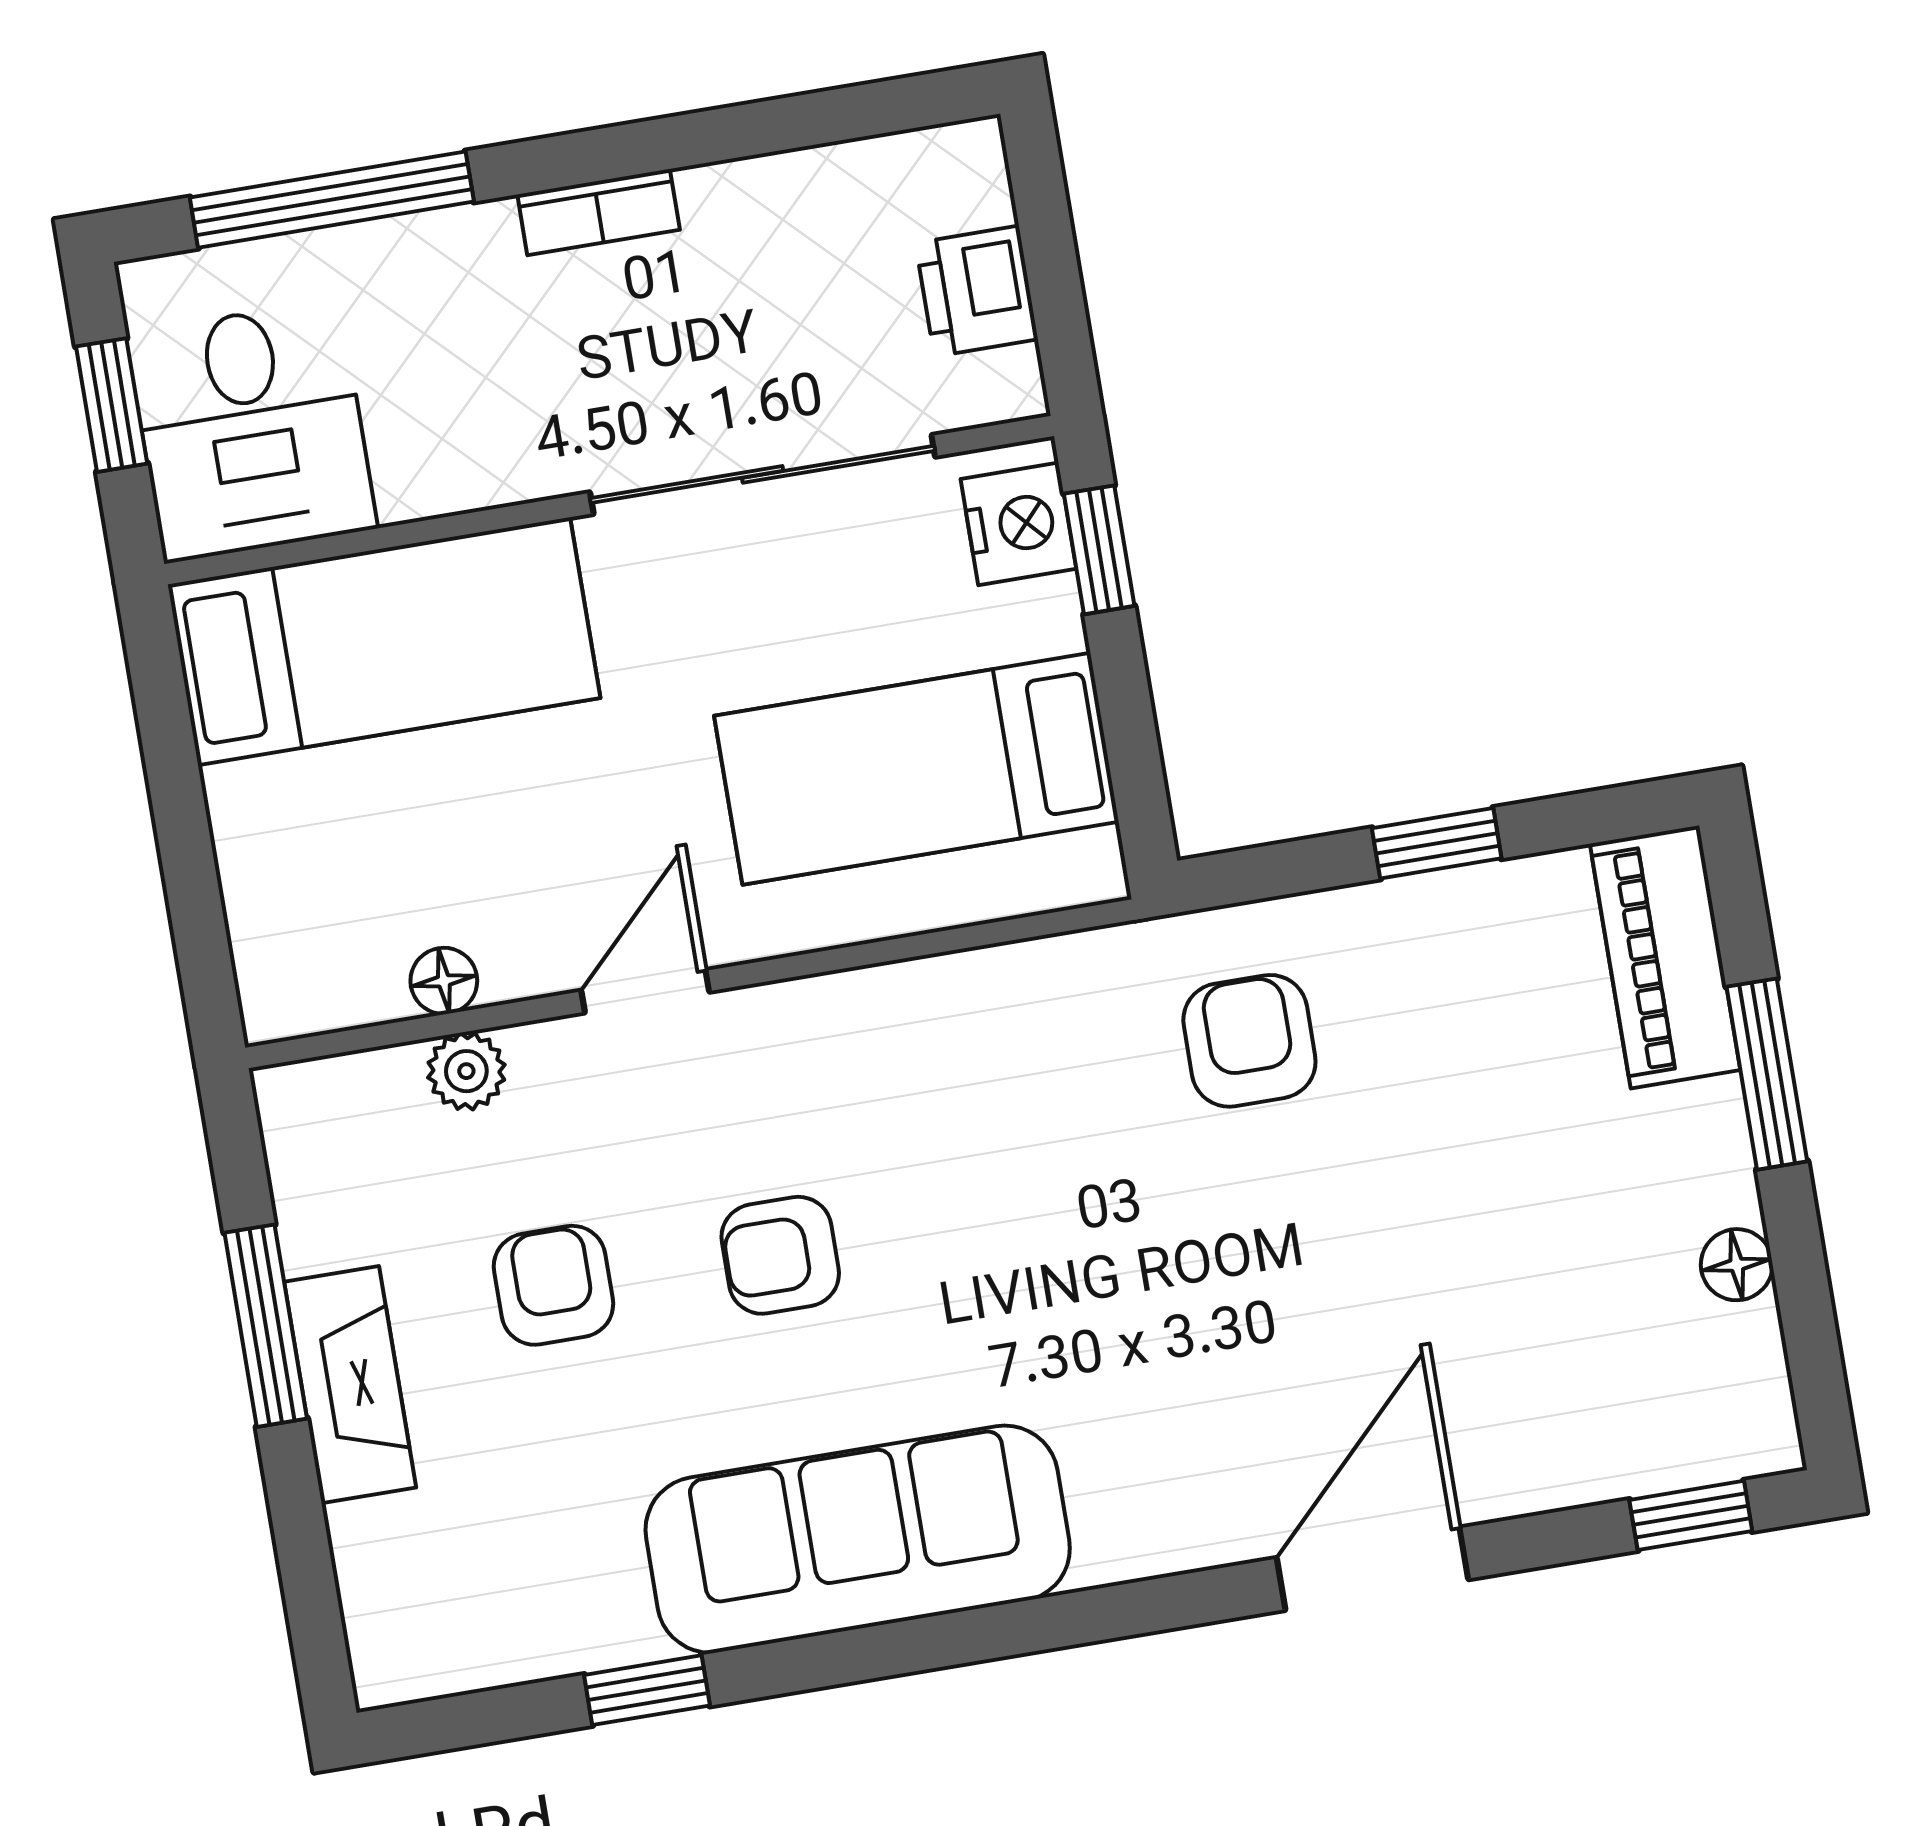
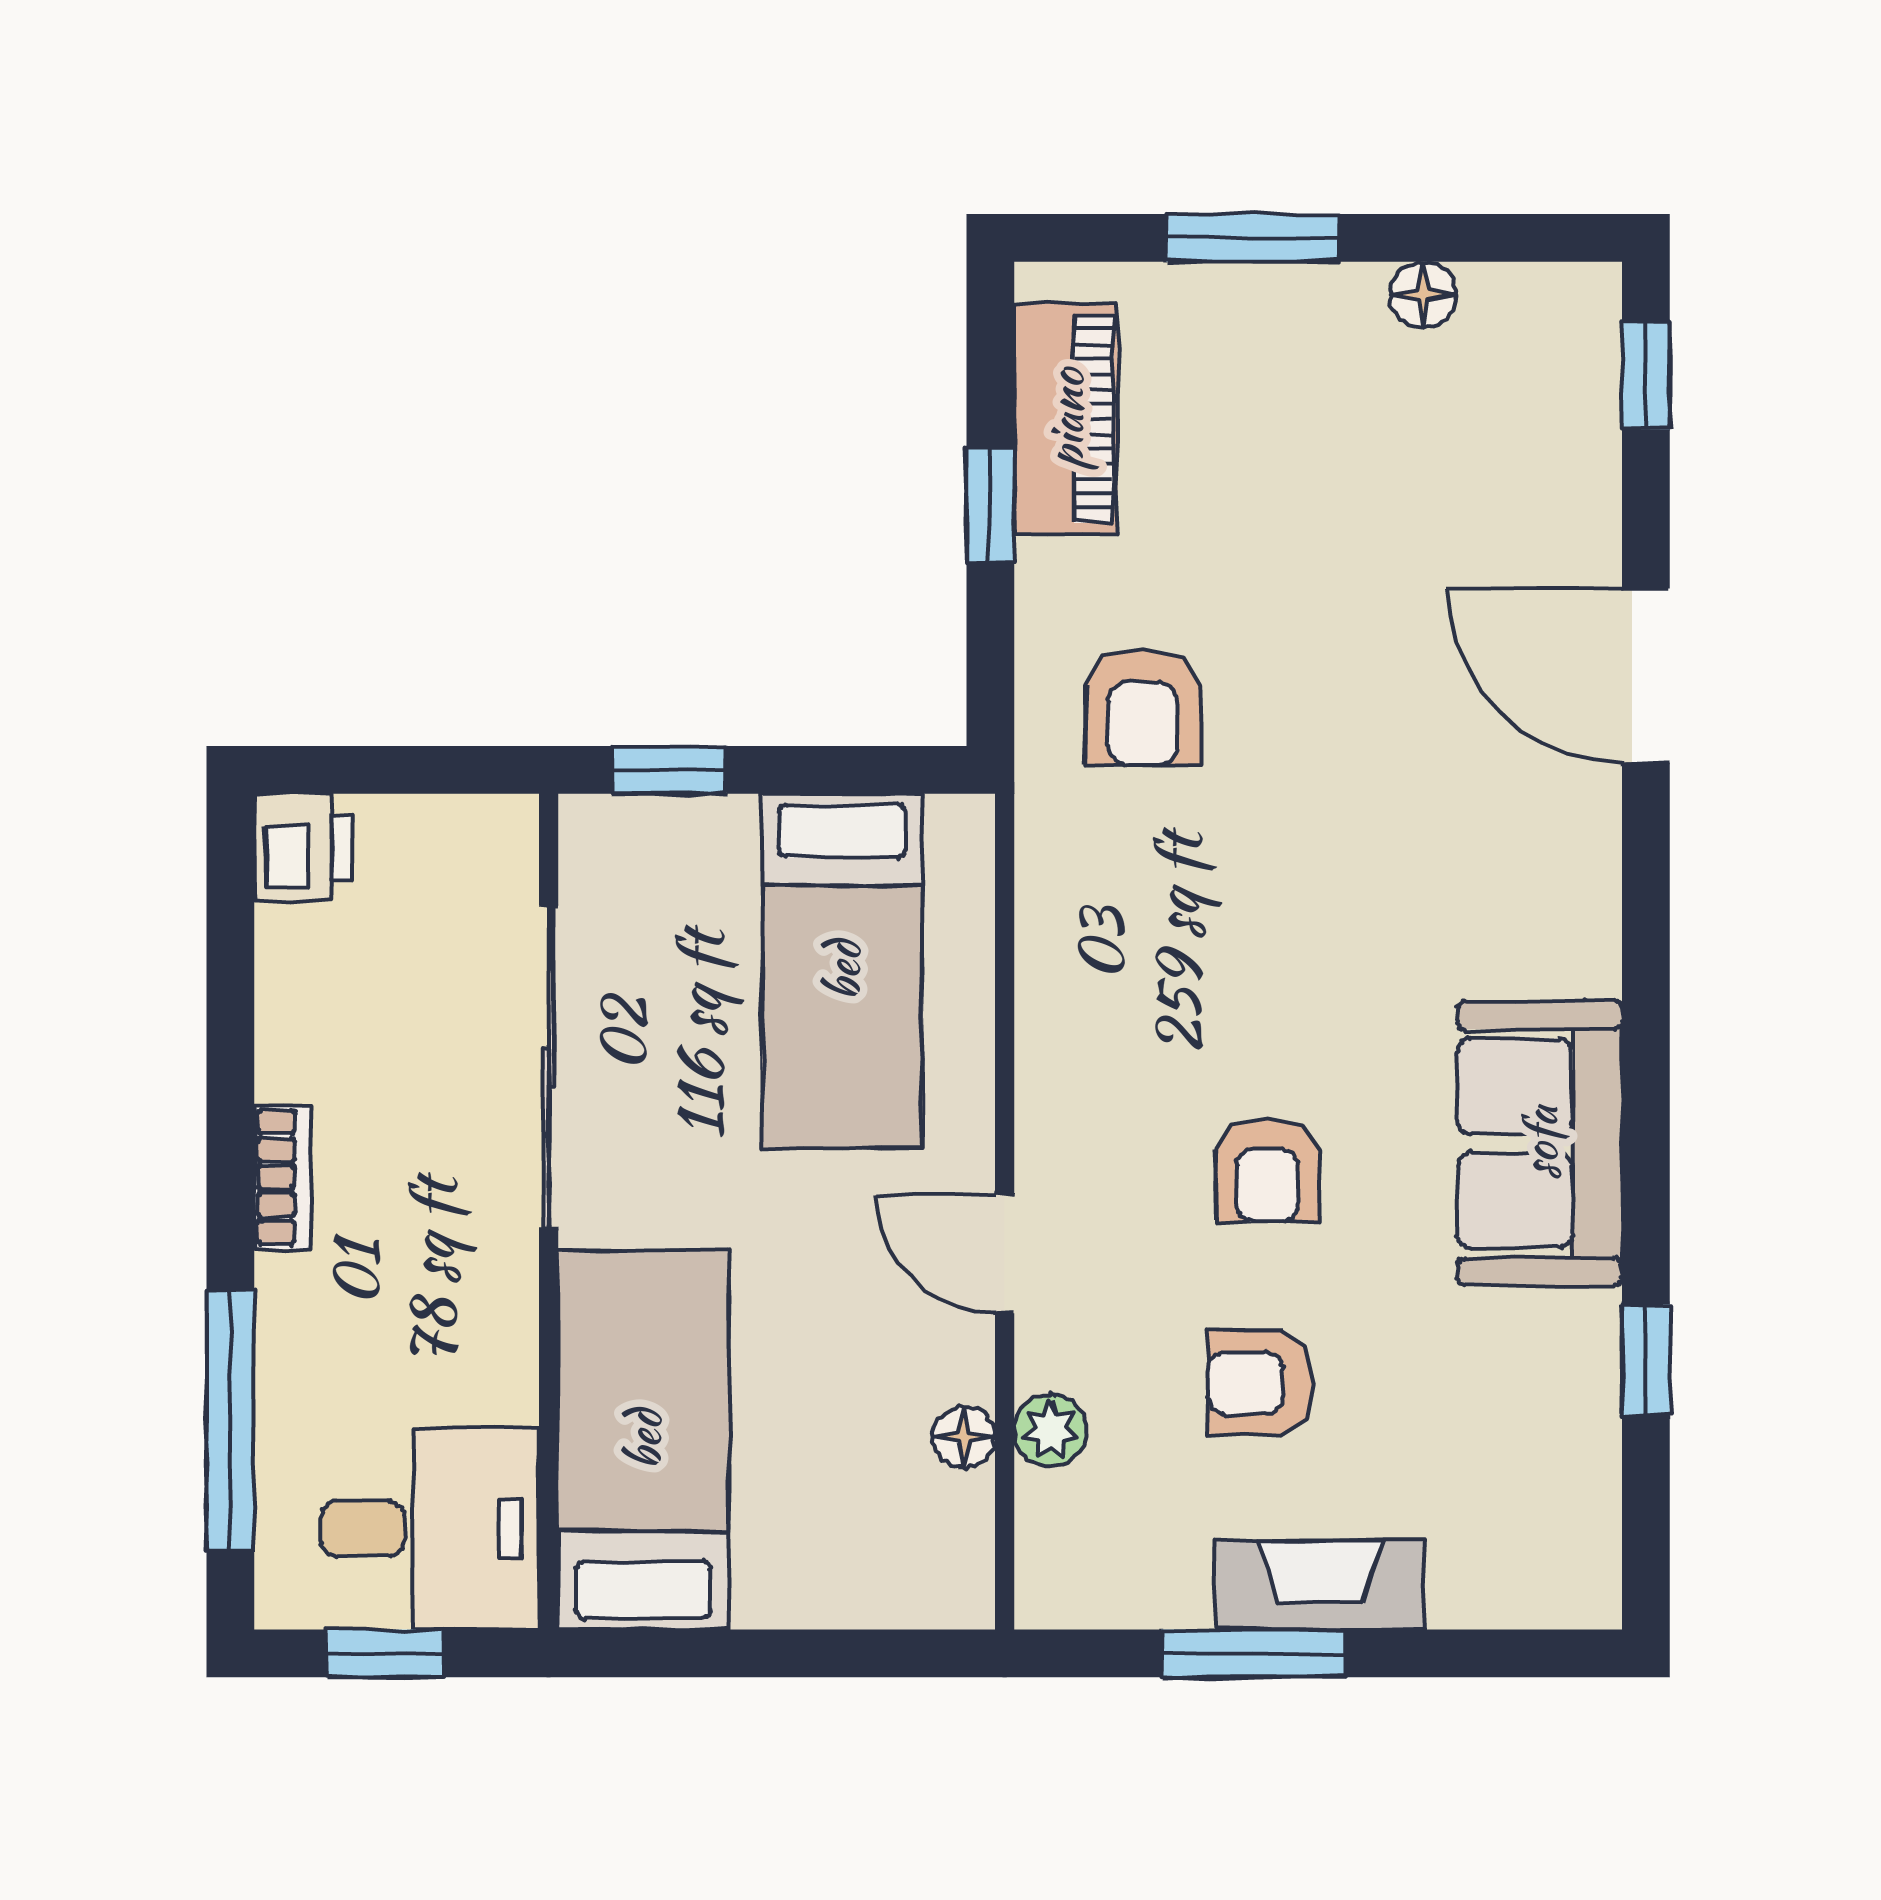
printer: (977, 291) -> (303, 847), moved, turned -90
nightstand: (1019, 524) -> (633, 840), removed
piano: (1665, 957) -> (1066, 419), moved, turned -90
armchair: (1249, 1041) -> (1143, 707), turned -90
sofa: (858, 1539) -> (1540, 1143), width x0.73

